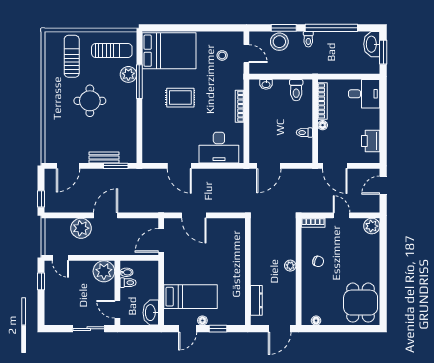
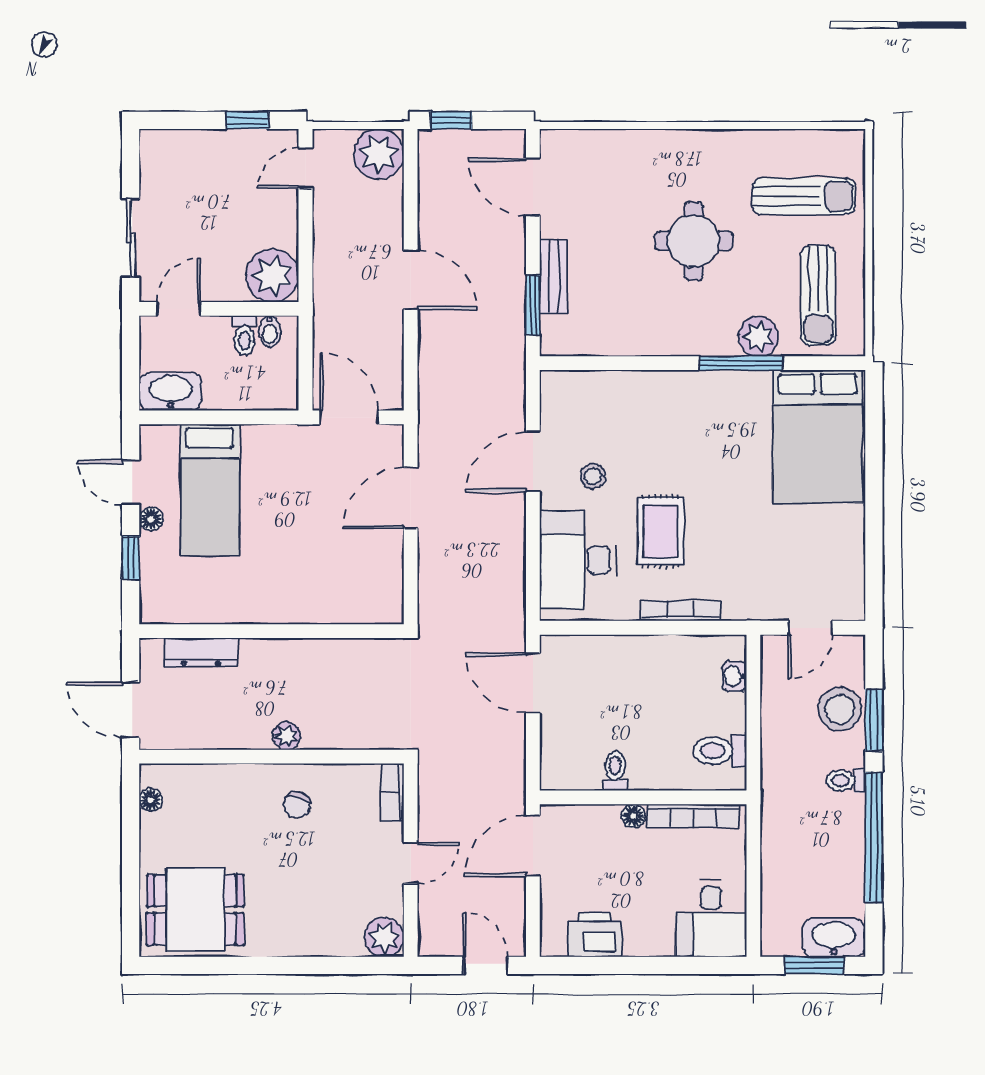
stool: (222, 55) -> (593, 476), moved
rug: (180, 98) -> (661, 531), moved
plant: (81, 228) -> (379, 154), moved

